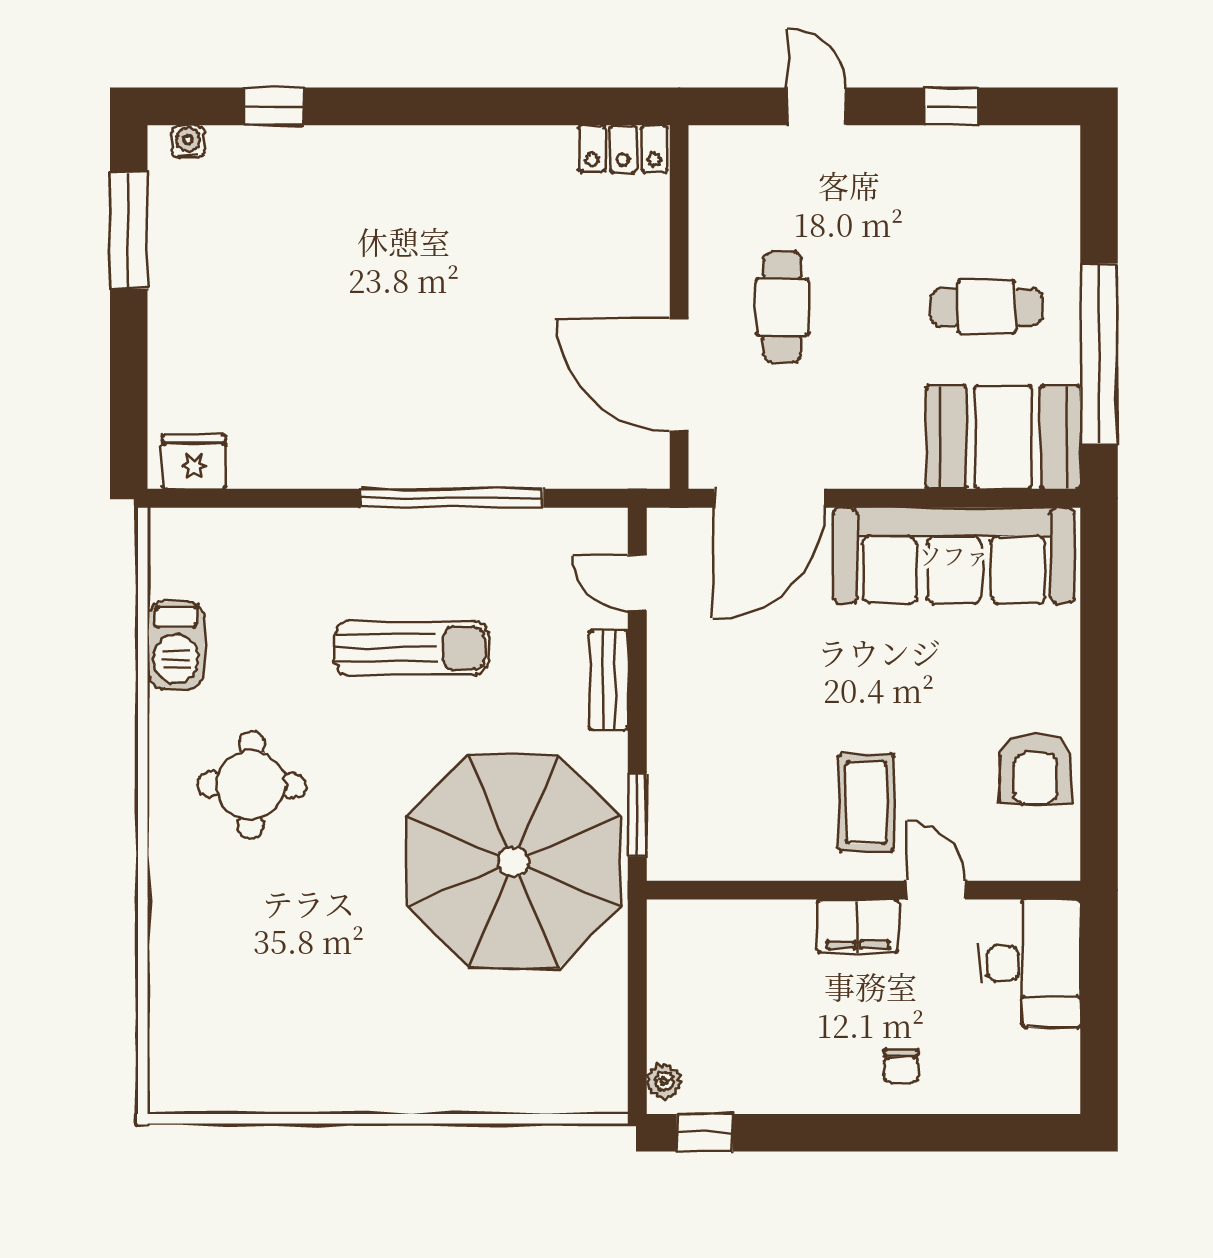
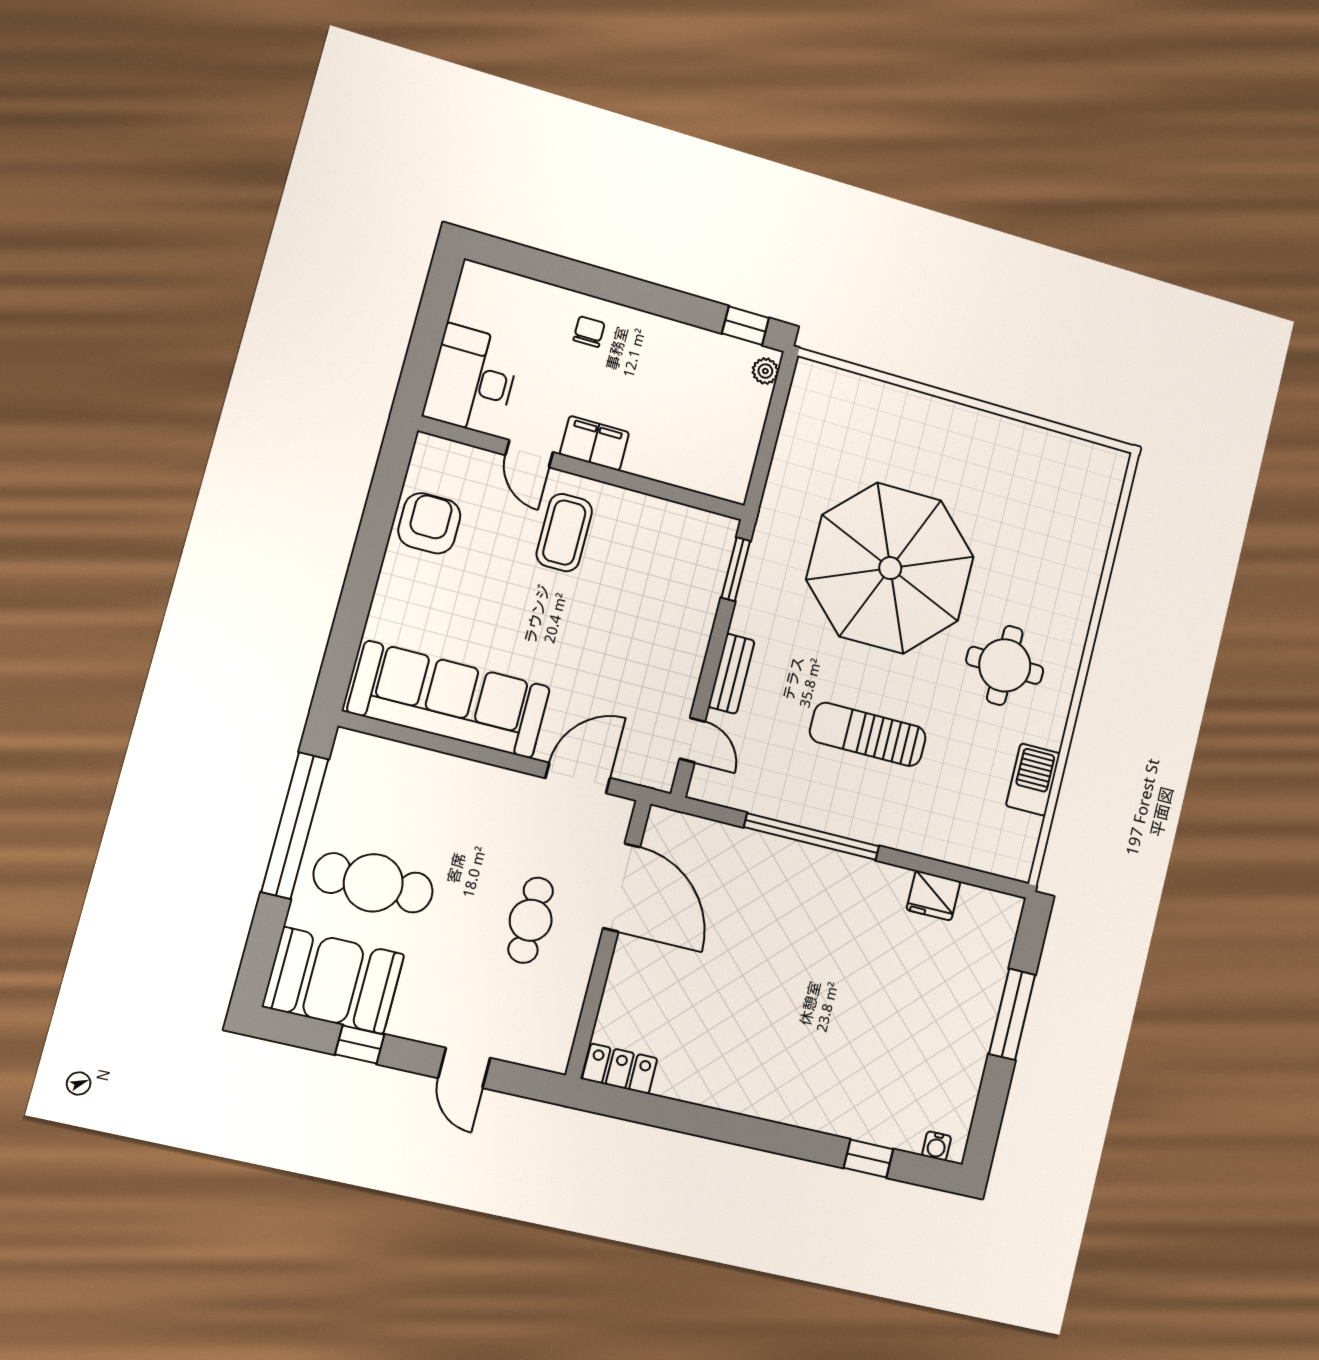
window: (129, 230) -> (1012, 1014), moved
cafe table: (987, 307) -> (373, 883), width x1.37, depth x1.35
booth: (1003, 437) -> (333, 980), moved
fridge: (194, 462) -> (933, 896), moved
door: (769, 498) -> (578, 778), width x0.73
parasol: (513, 861) -> (890, 568), moved

